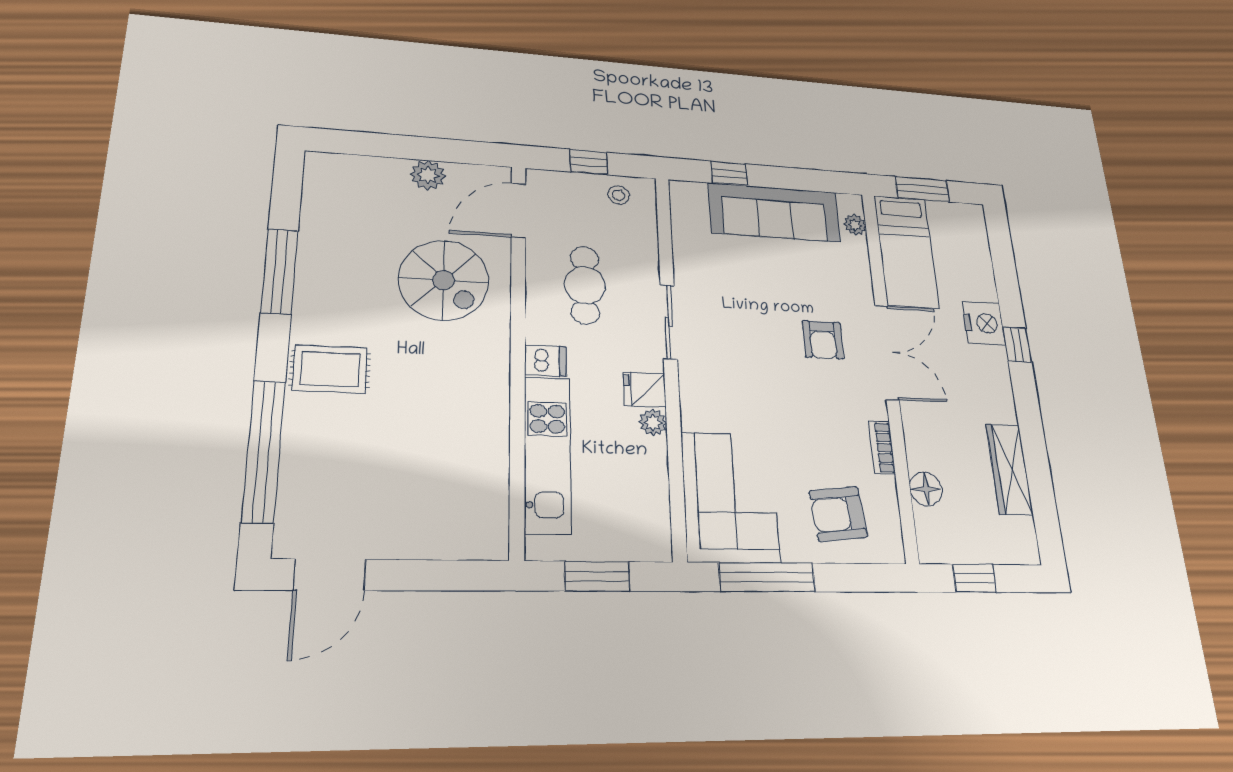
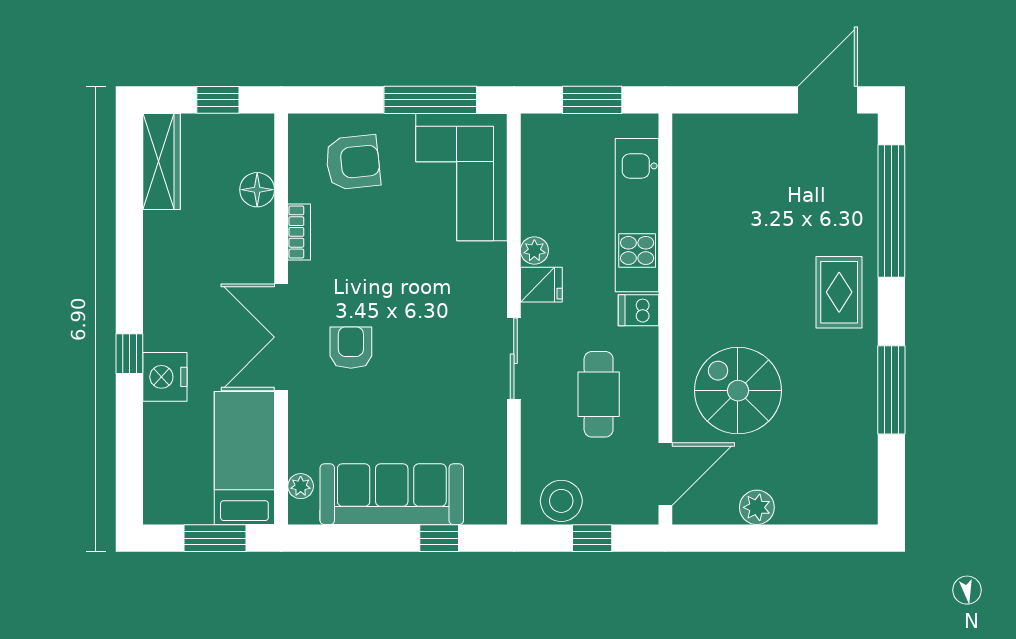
stool: (619, 195) -> (561, 501), width x1.89, depth x1.89
rug: (330, 369) -> (839, 292), turned 90
wardrobe: (1010, 469) -> (162, 161), moved

